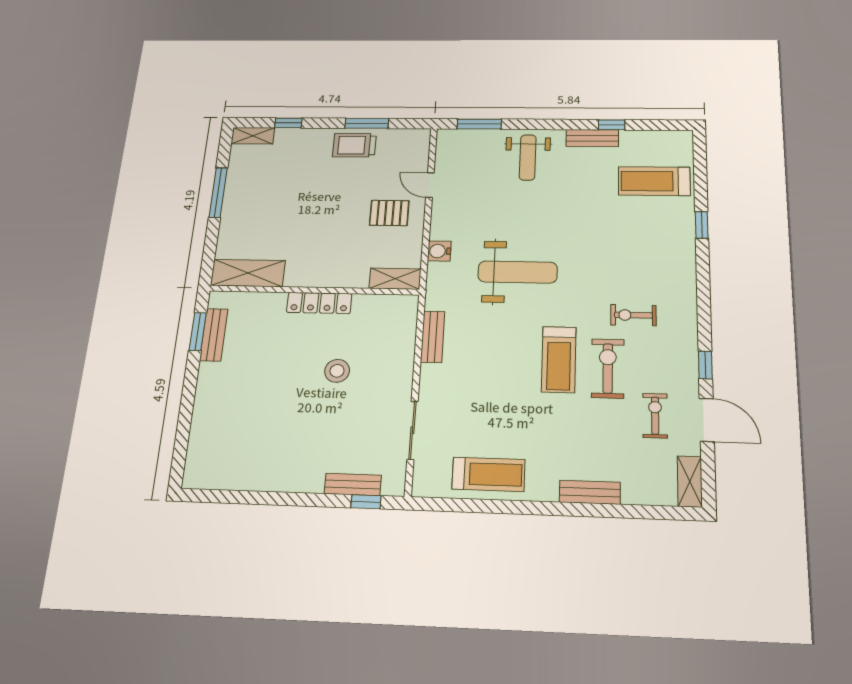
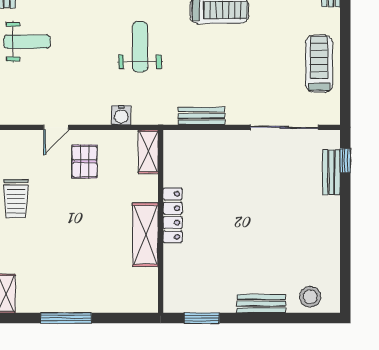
weight bench: (518, 272) -> (140, 47), width x0.73, depth x0.75
shelving: (248, 273) -> (145, 235), moved
bench: (214, 335) -> (261, 304), moved
stool: (337, 371) -> (310, 297), moved
sliding door: (412, 430) -> (284, 127), width x1.37

